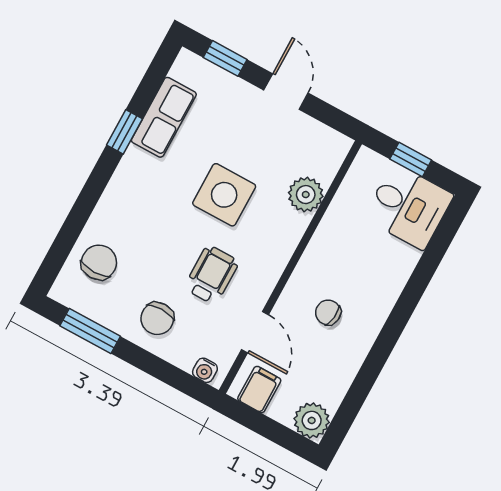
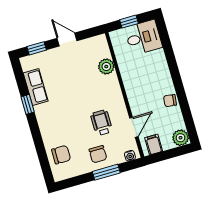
side table: (224, 195) -> (80, 93), removed
chair: (99, 262) -> (61, 155), turned 90
chair: (328, 312) -> (170, 101), moved
window: (90, 331) -> (106, 172), moved
door: (255, 332) -> (134, 127), hinge flipped

